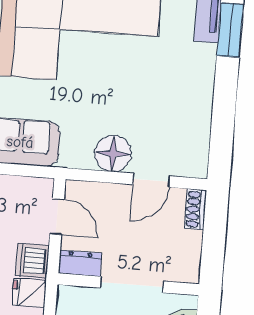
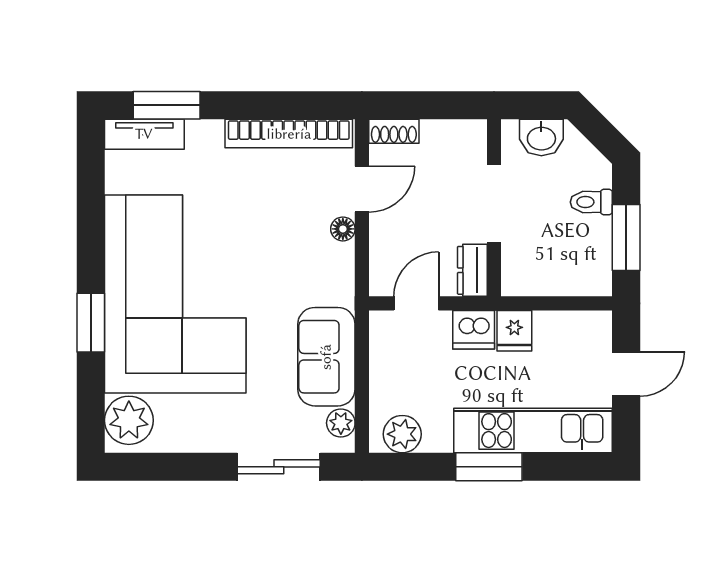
bookcase: (200, 125) -> (289, 134), added
floor lamp: (113, 154) -> (343, 229), width x0.53, depth x0.53
door: (151, 180) -> (362, 189), hinge flipped

